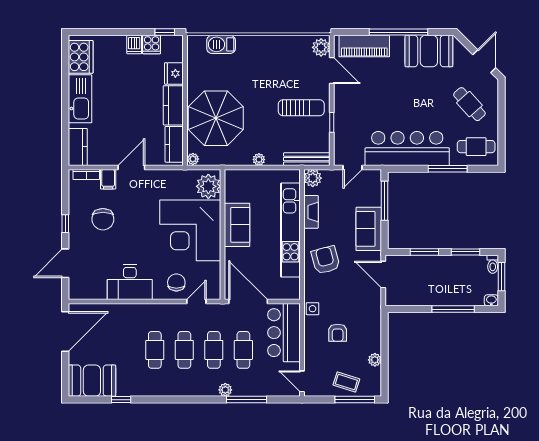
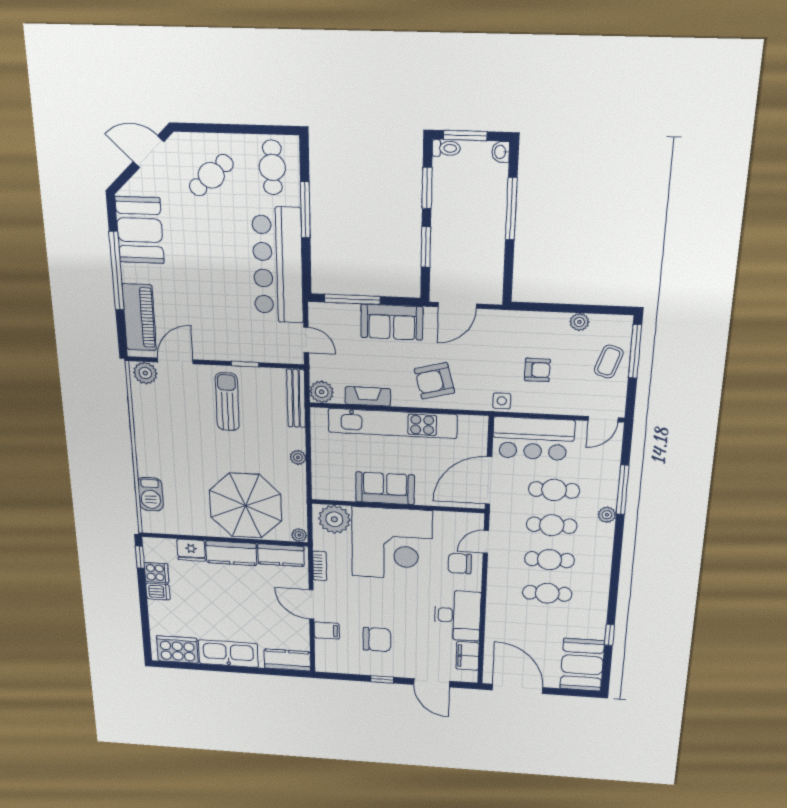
bookcase: (86, 175) -> (320, 566), moved
filing cabinet: (93, 291) -> (467, 656), added
door: (196, 302) -> (486, 542), hinge flipped

